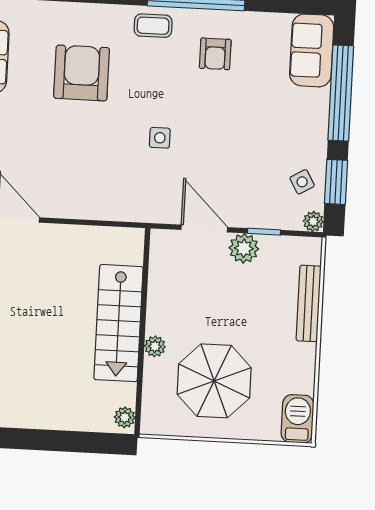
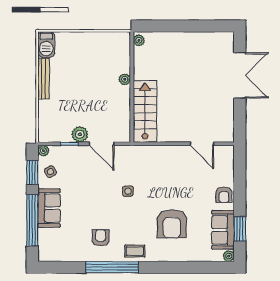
sofa: (312, 50) -> (49, 208), moved
bench: (309, 303) -> (44, 79), moved
stairs: (118, 323) -> (145, 111), moved
parasol: (214, 381) -> (92, 62), removed

